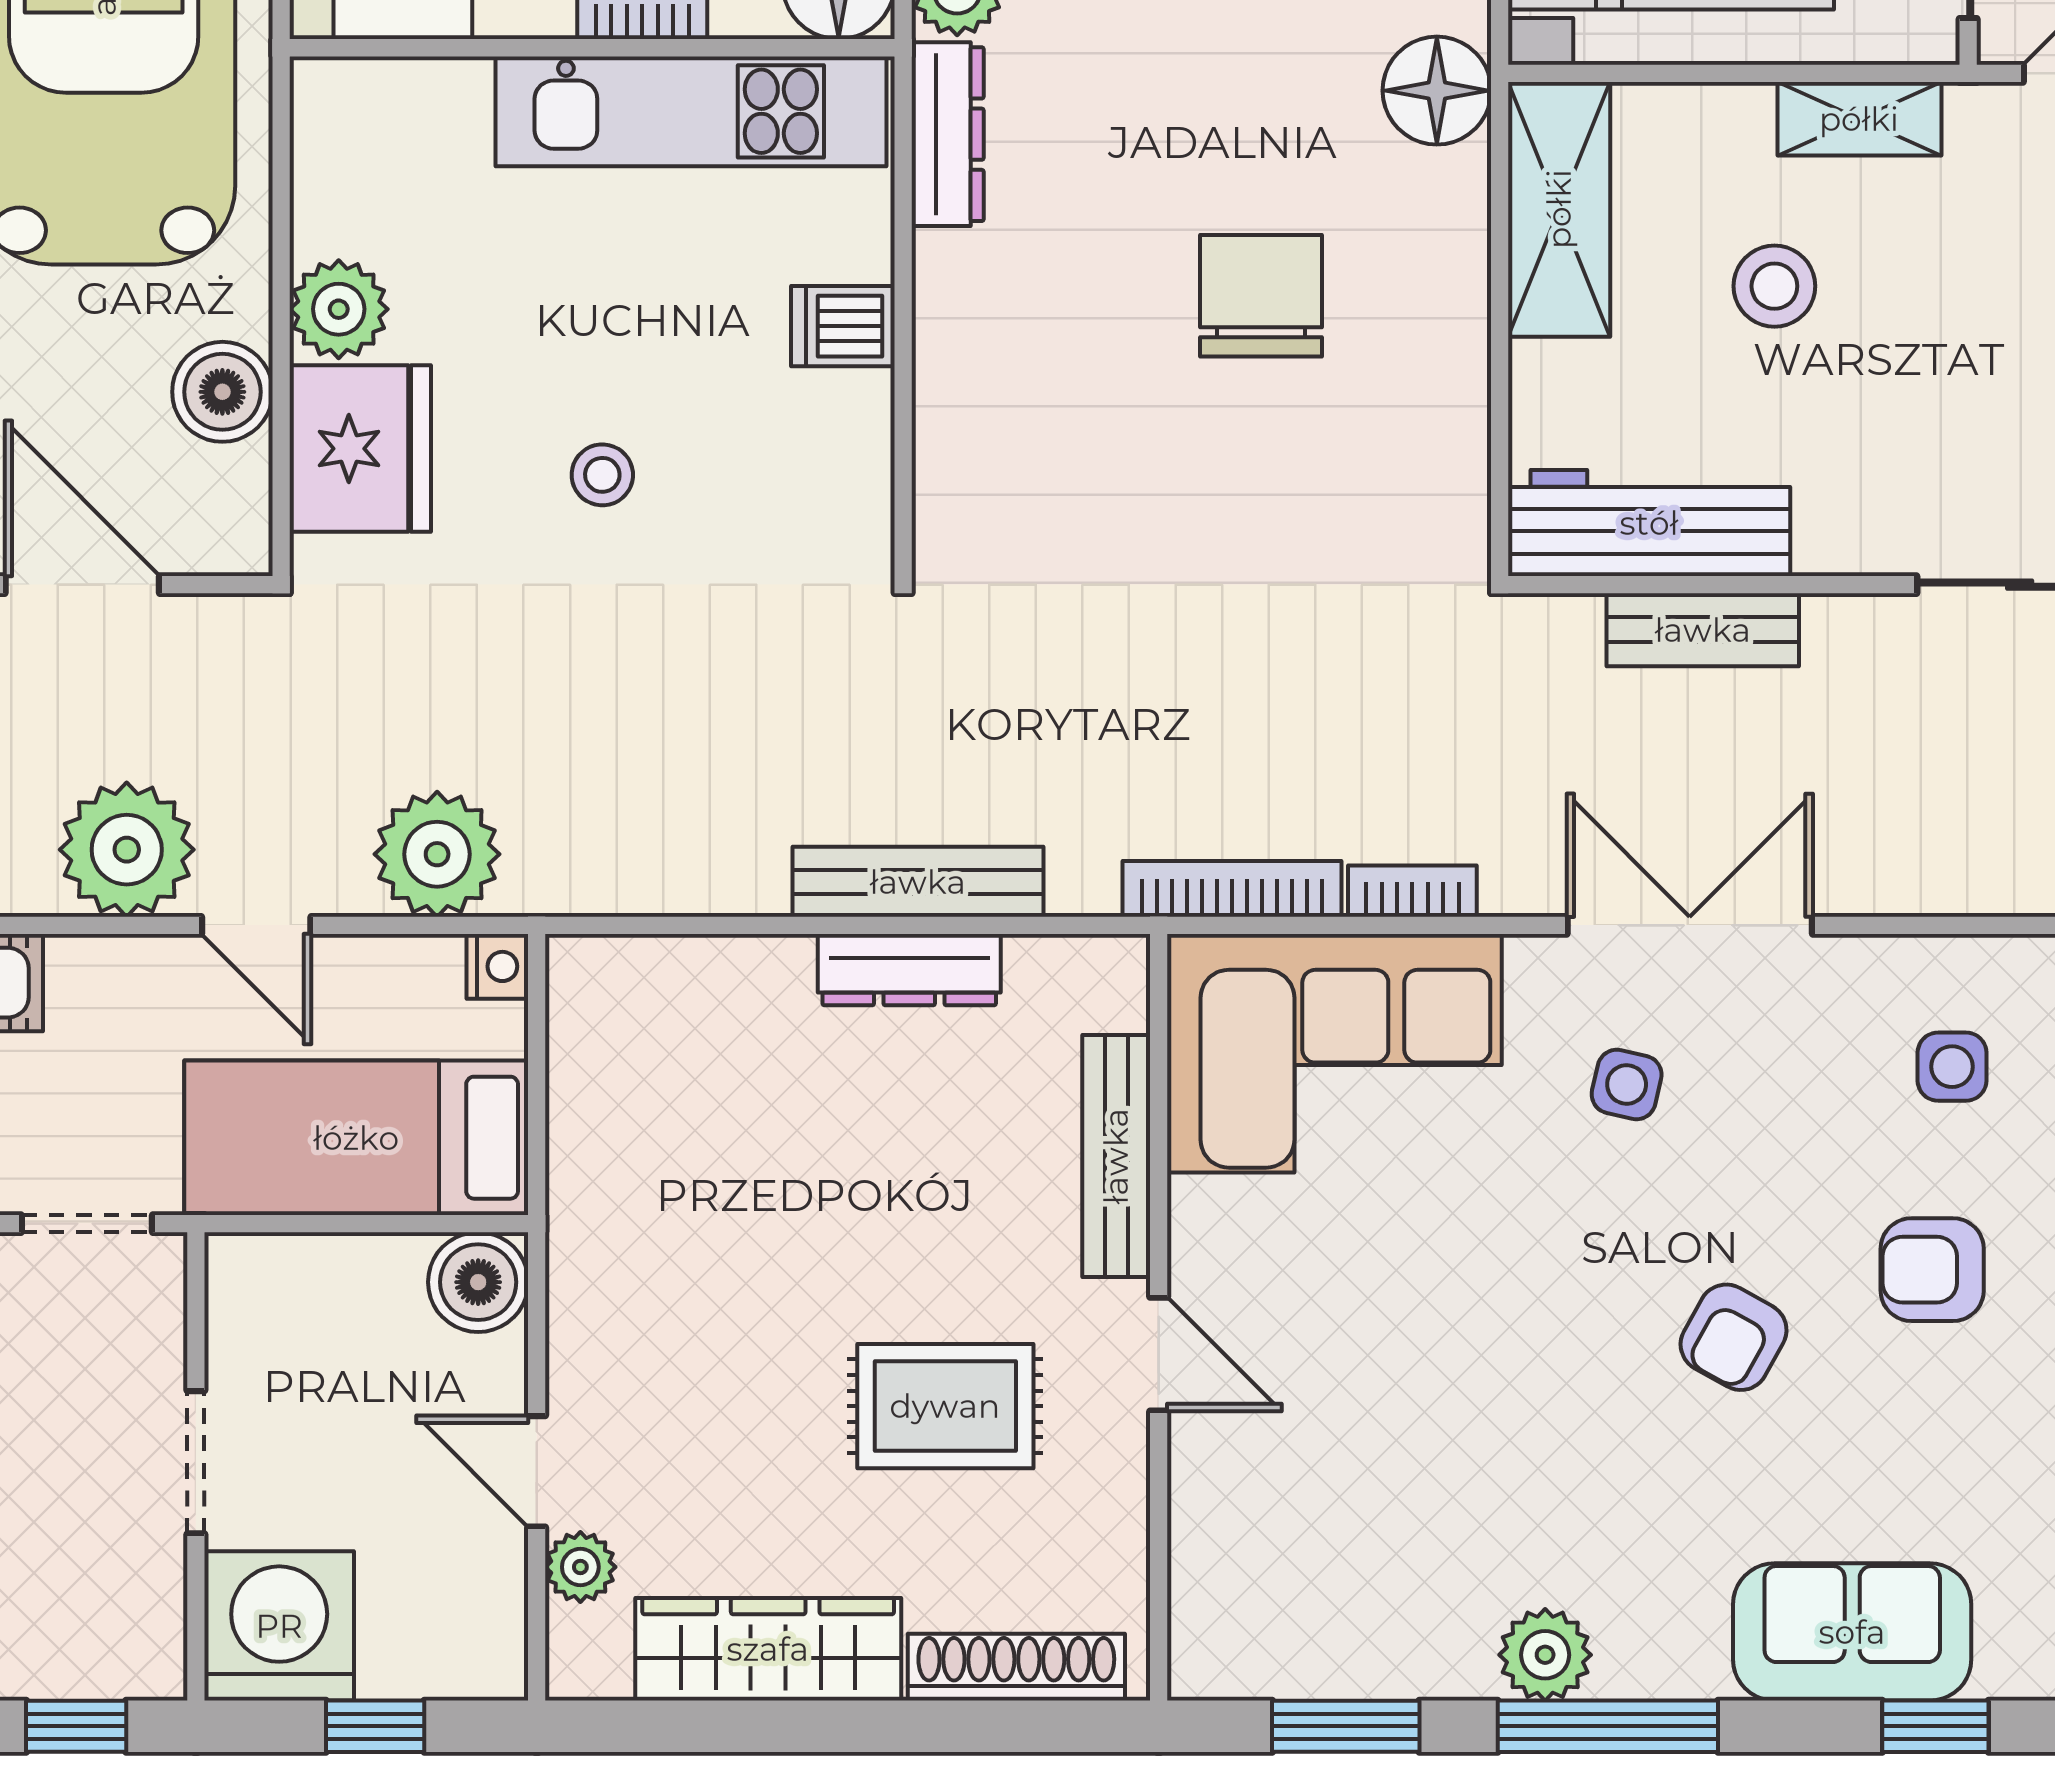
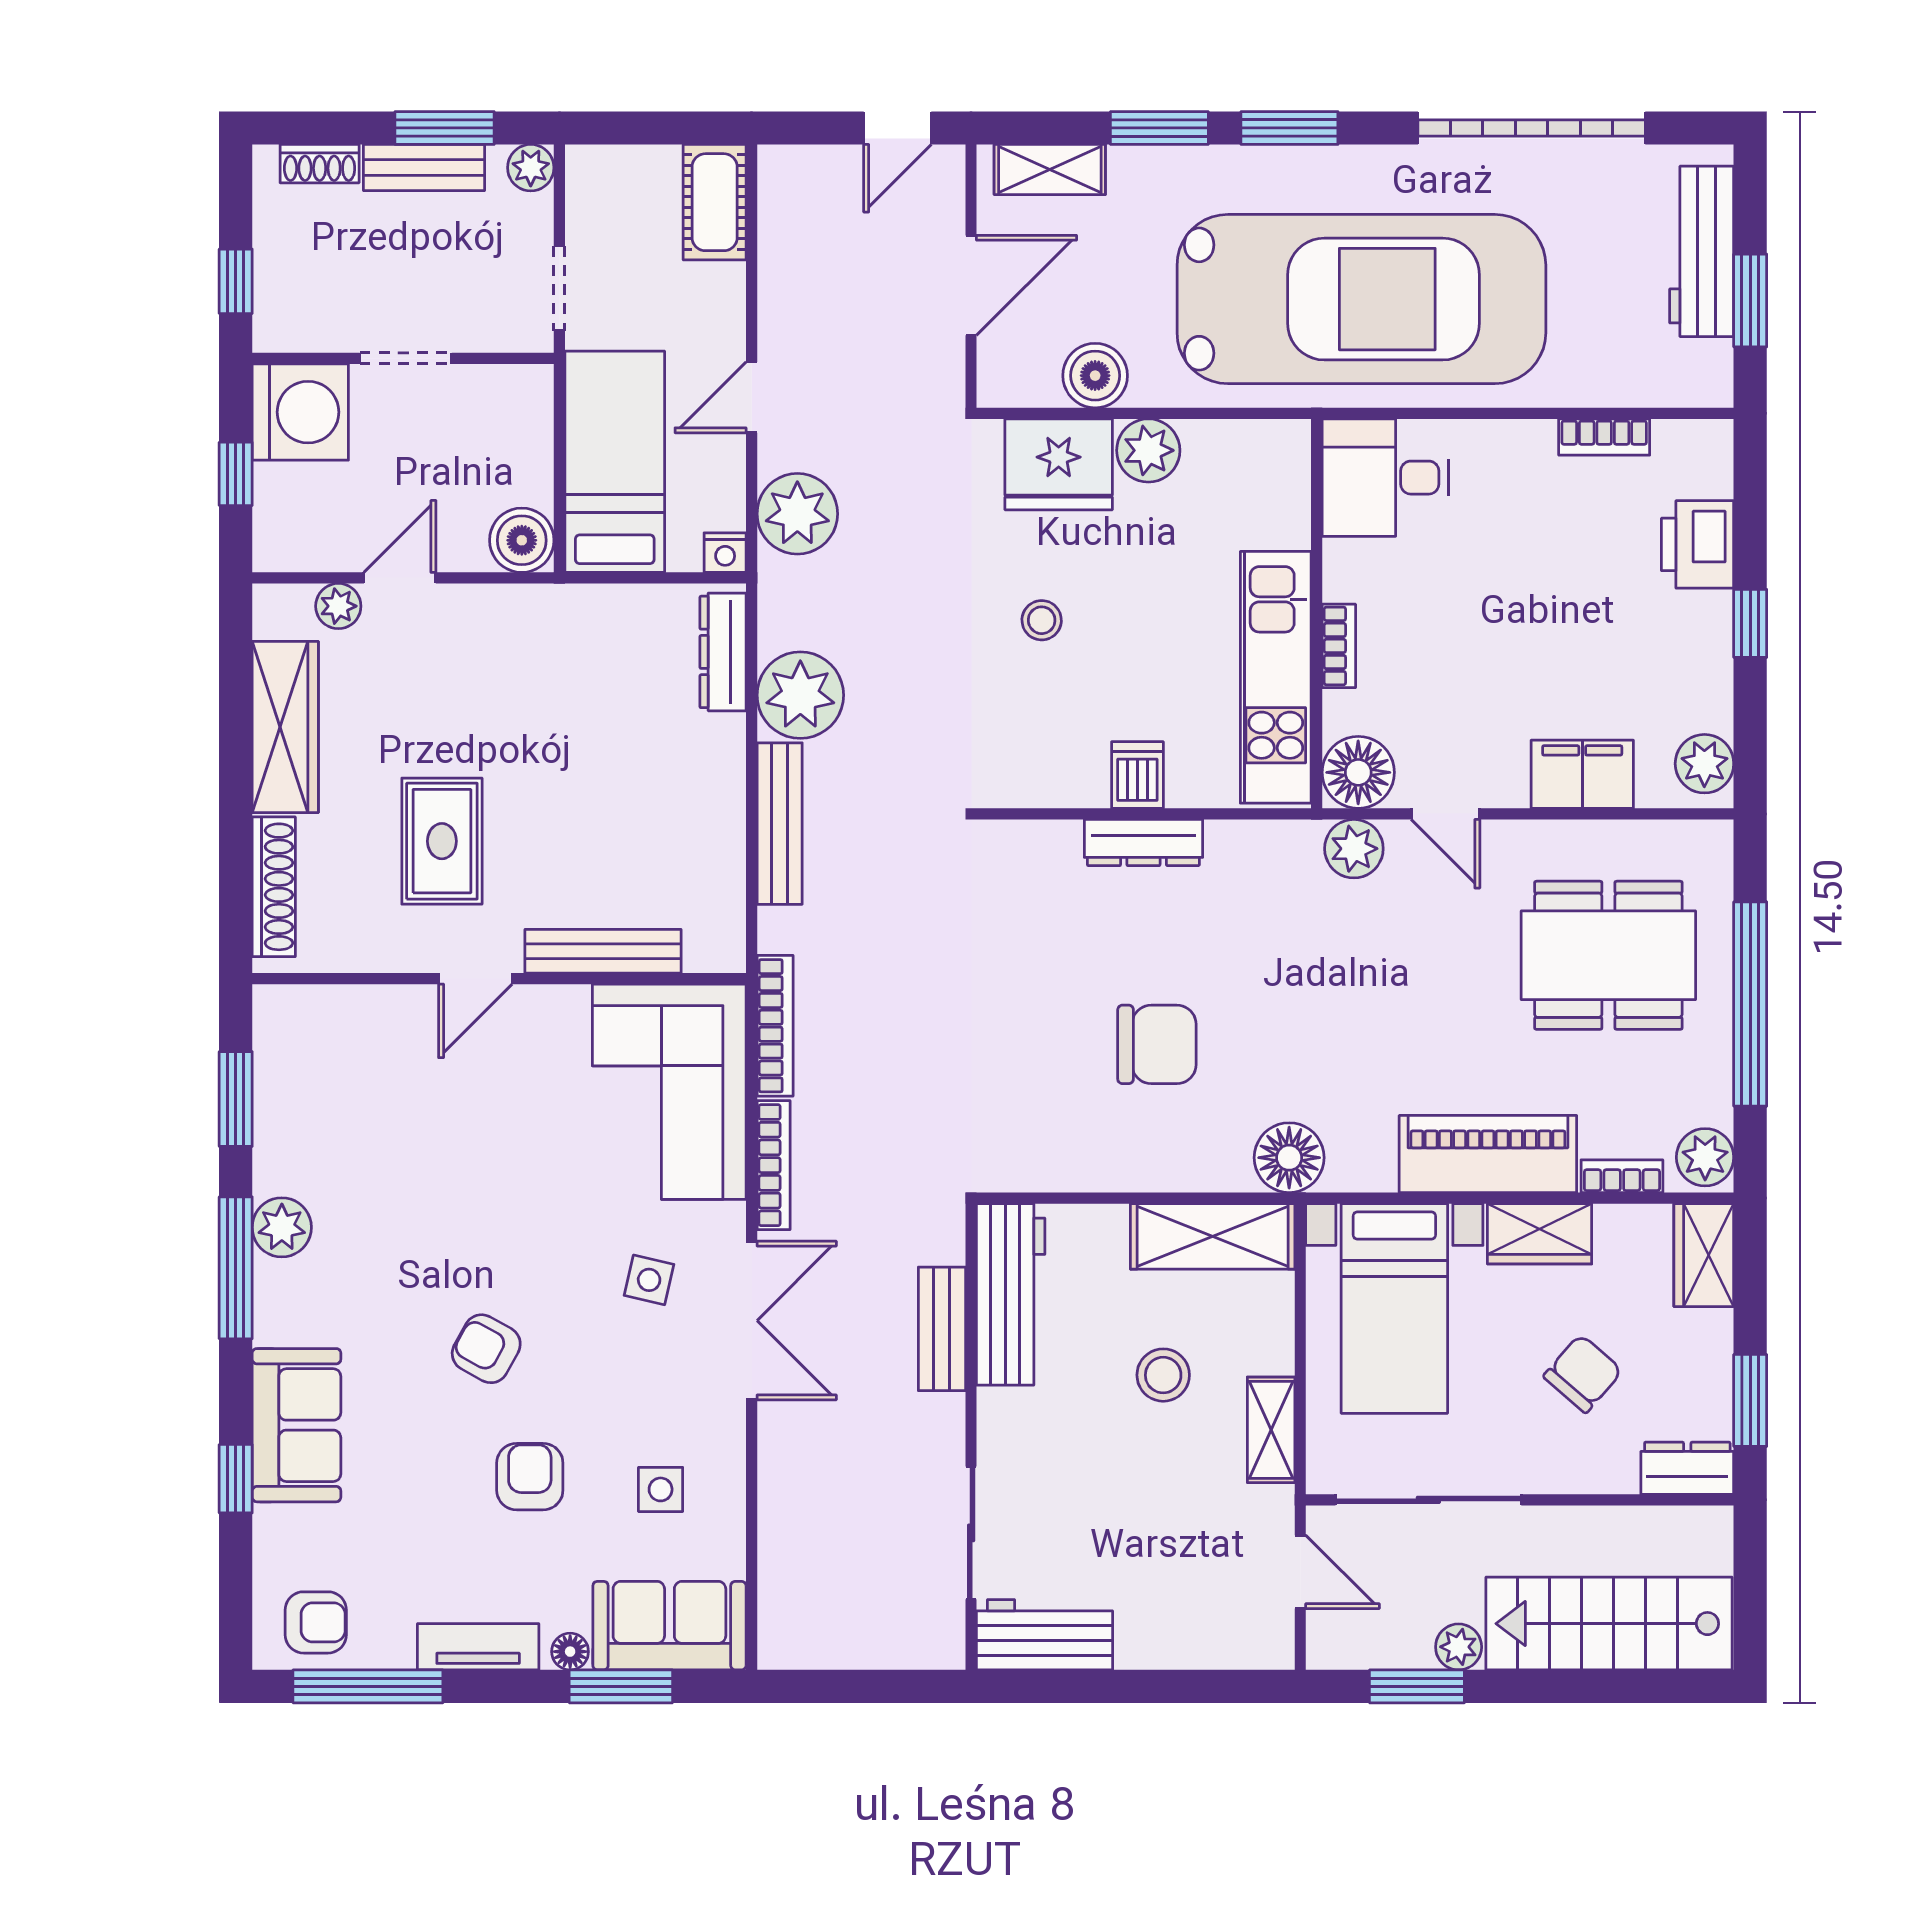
dresser: (948, 134) -> (1143, 843), moved
plant: (127, 850) -> (800, 695), moved
bookcase: (1412, 891) -> (774, 1165), width x1.56
dresser: (909, 970) -> (723, 652), moved

